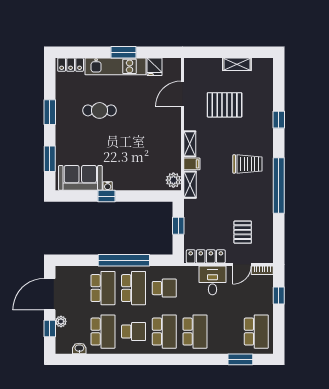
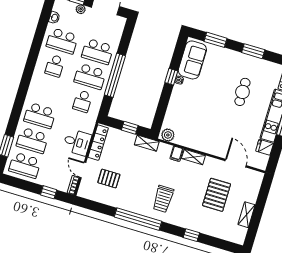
shelving: (190, 185) -> (147, 143), moved
school desk: (164, 332) -> (32, 140), moved

